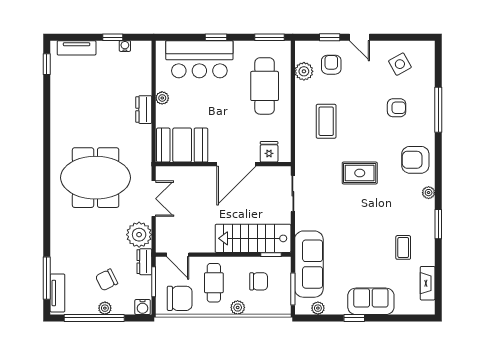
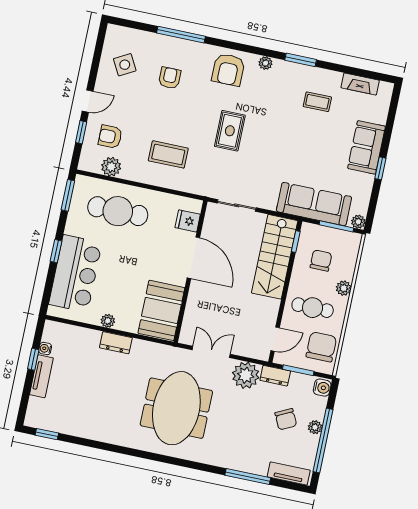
tv unit: (77, 48) -> (41, 376), moved
window: (47, 278) -> (248, 476), moved
plant: (318, 308) -> (358, 222), moved

